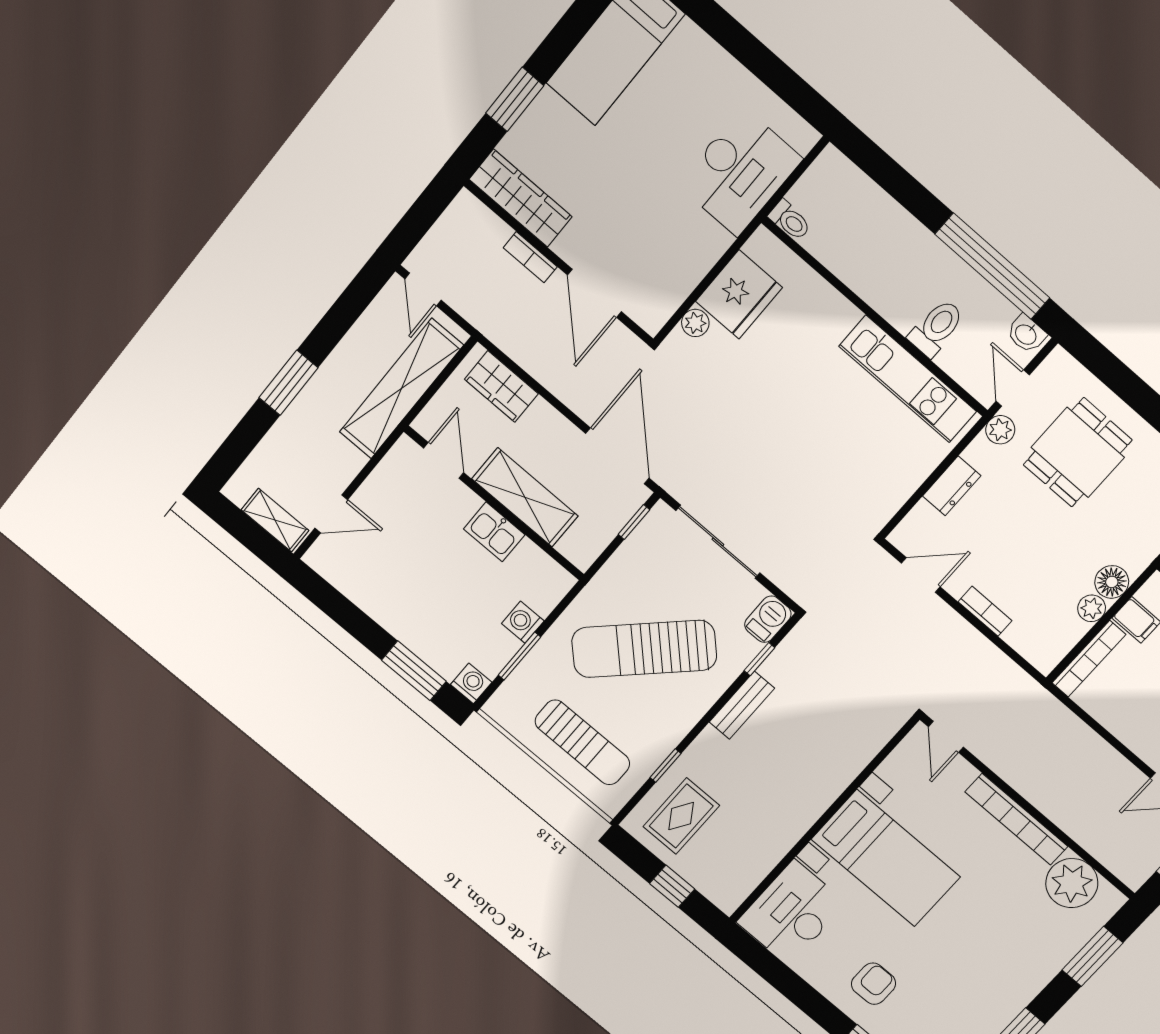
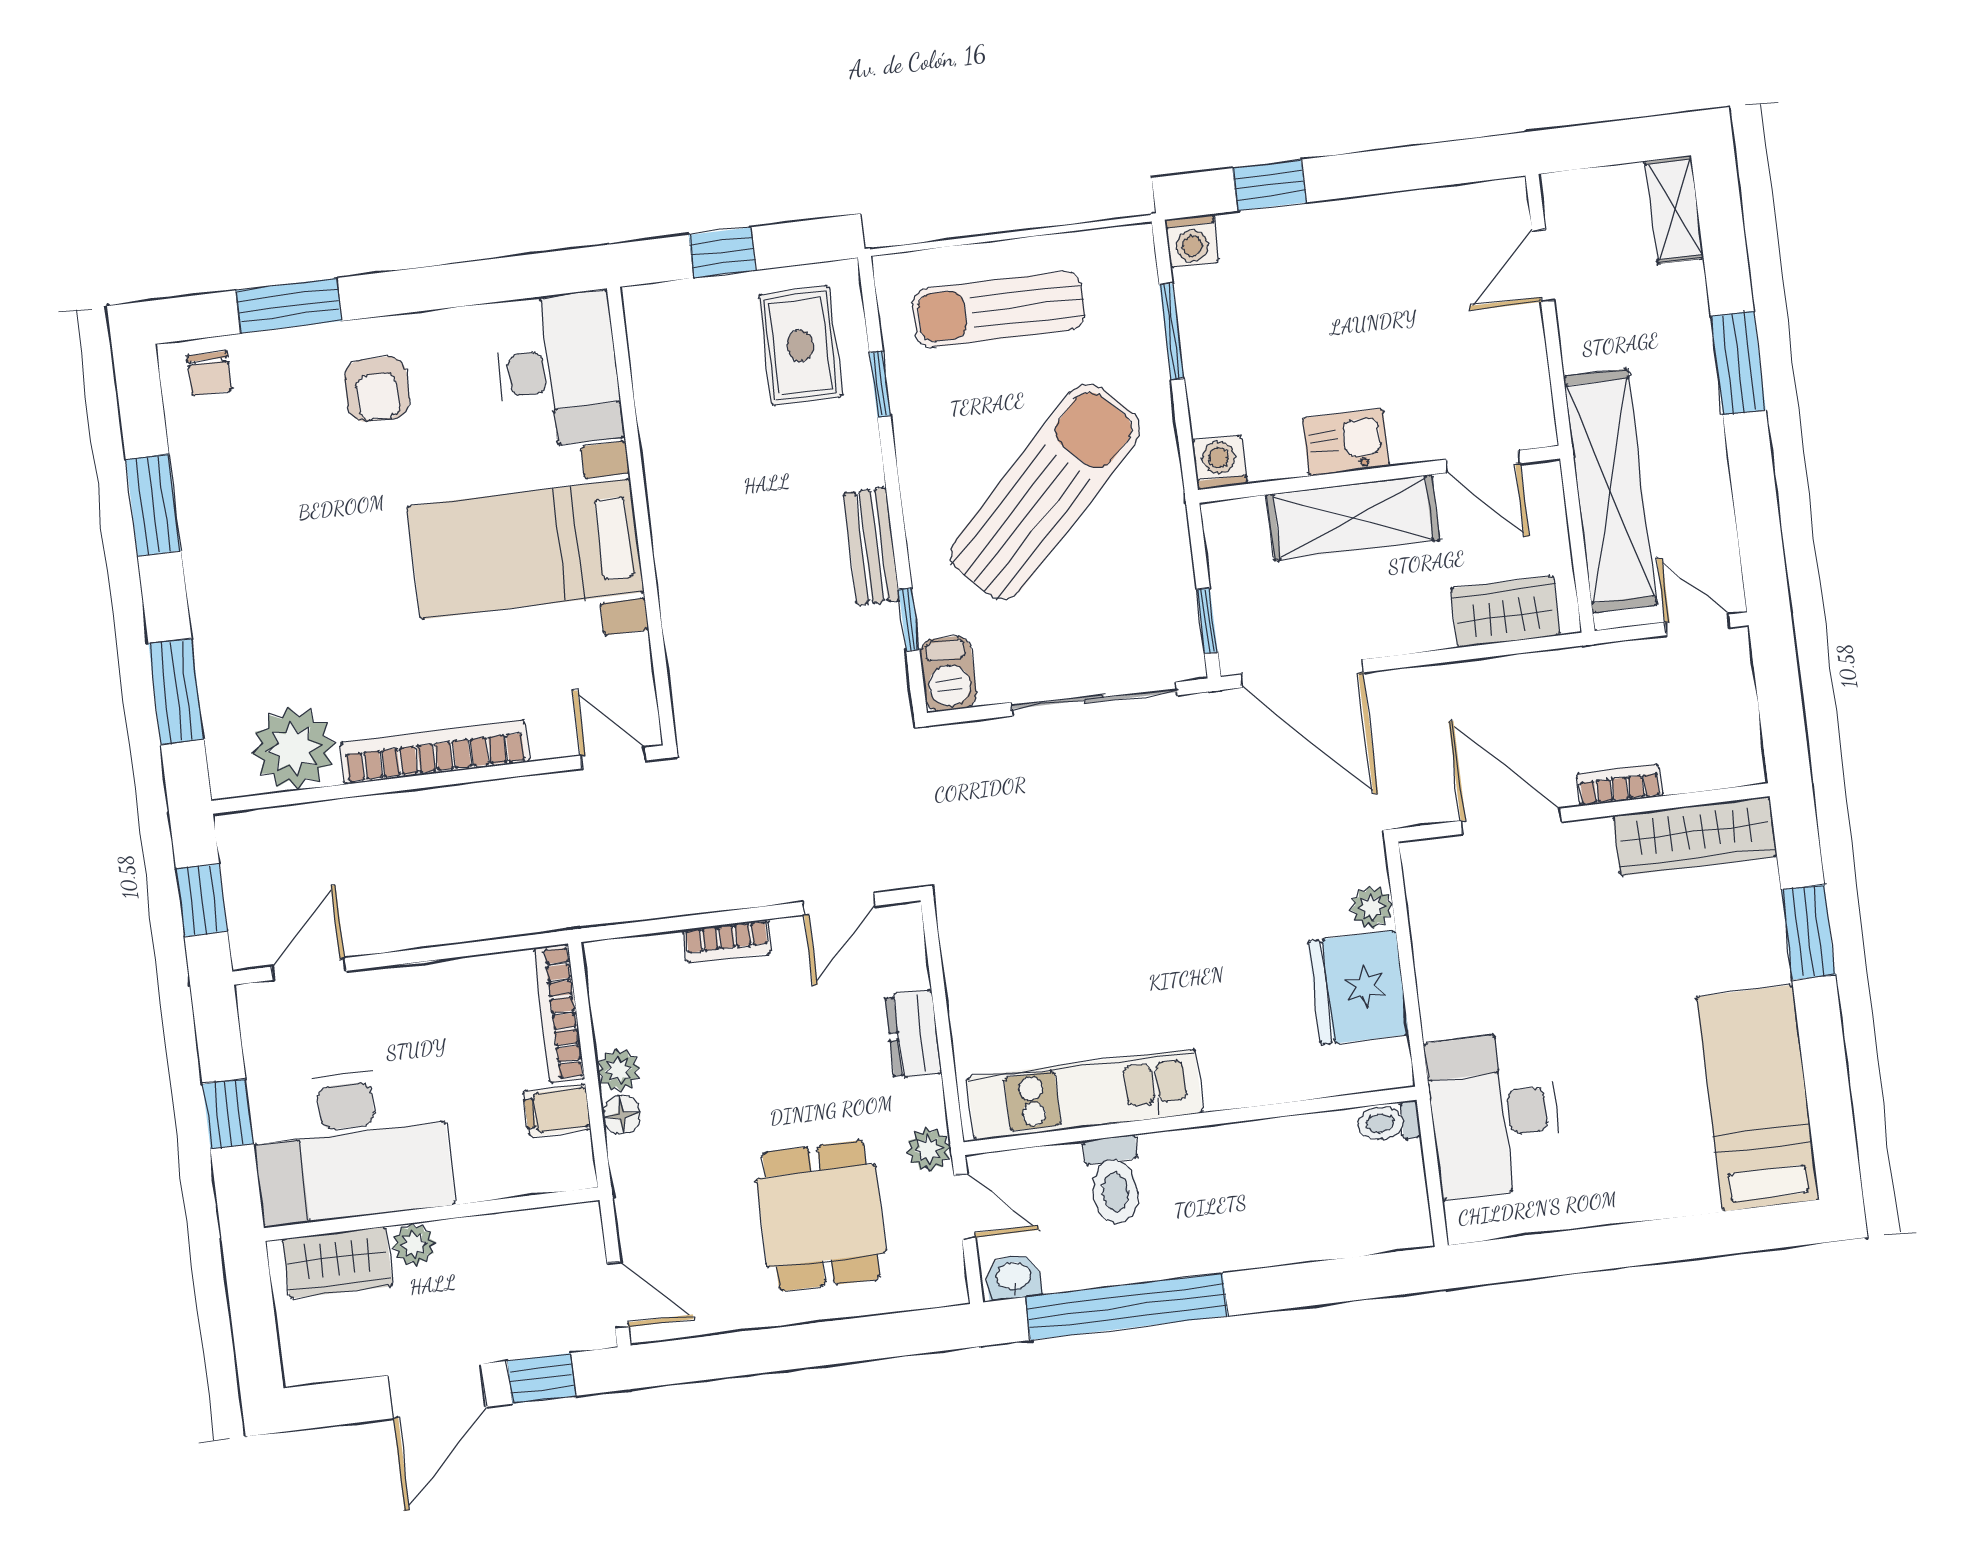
shelving: (275, 520) -> (1674, 209), moved, turned 90
floor lamp: (1112, 582) -> (622, 1115), width x0.73, depth x0.73
washing machine: (523, 622) -> (1219, 462), moved, turned -90
window: (414, 671) -> (1269, 185), width x0.67

